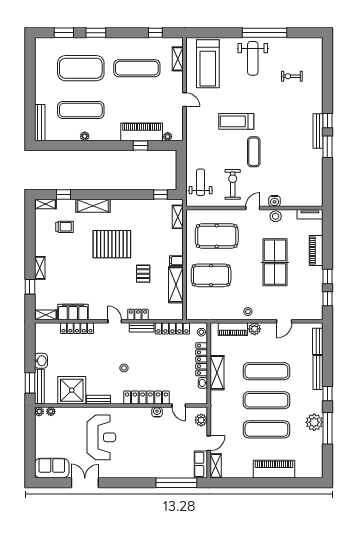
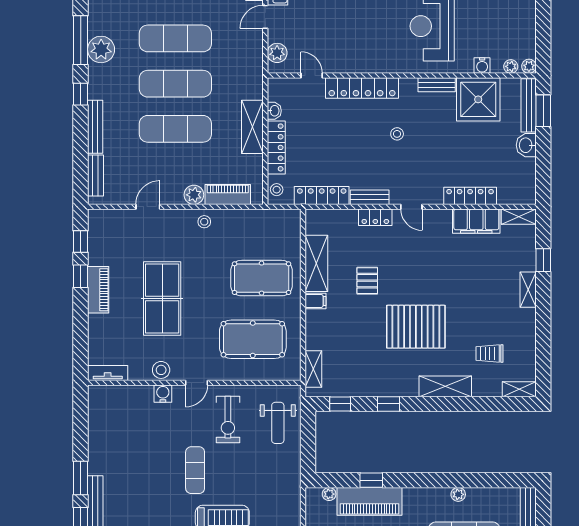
window: (63, 194) -> (389, 404), moved
piano: (316, 251) -> (98, 290), moved
water cooler: (157, 412) -> (482, 66), moved

